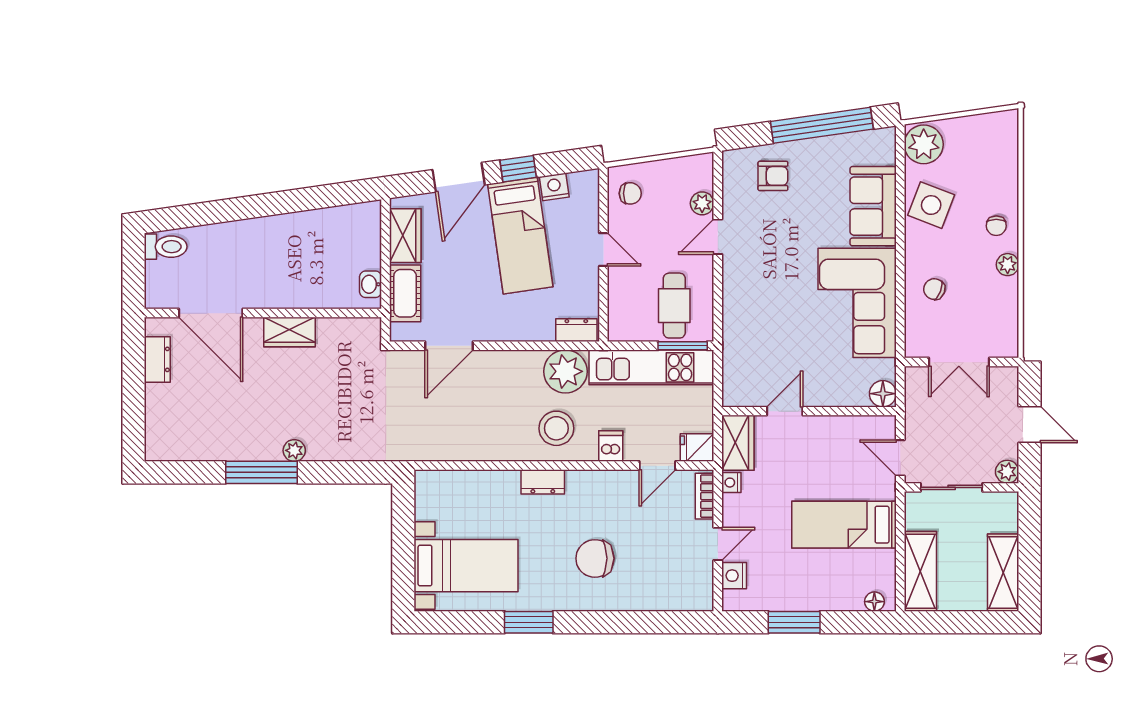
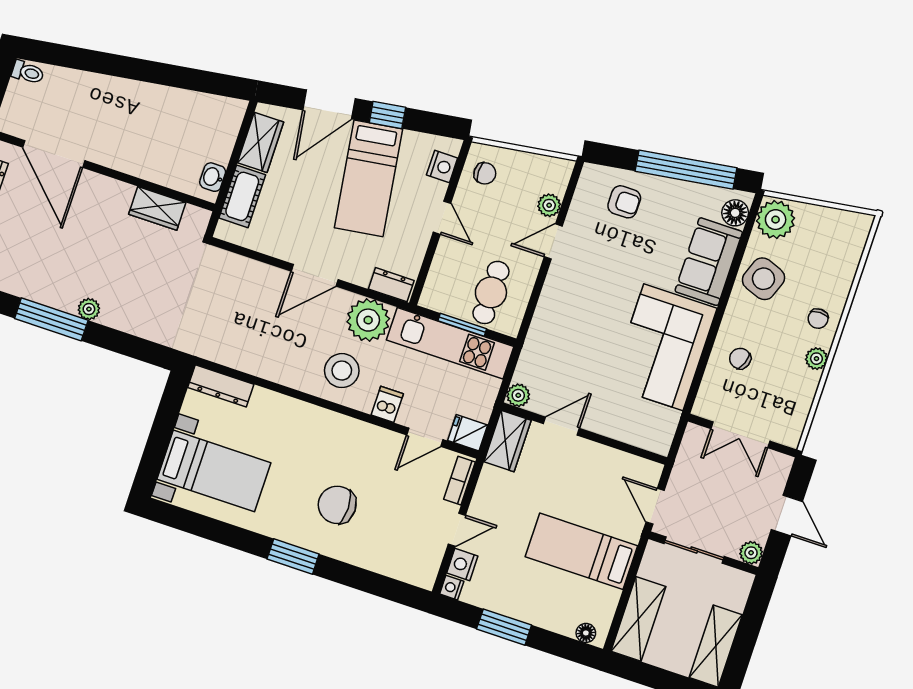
nightstand: (554, 187) -> (442, 167), moved, turned 98
toilet: (166, 247) -> (28, 72), width x0.73, depth x0.72
wardrobe: (289, 332) -> (157, 208), moved
door: (449, 346) -> (315, 275), moved
window: (683, 346) -> (462, 325), moved
floor lamp: (883, 394) -> (735, 213), moved
plant: (733, 395) -> (518, 395), added
dresser: (543, 482) -> (221, 386), moved, width x1.44
nightstand: (731, 483) -> (452, 588), moved
window: (529, 622) -> (293, 556), moved

